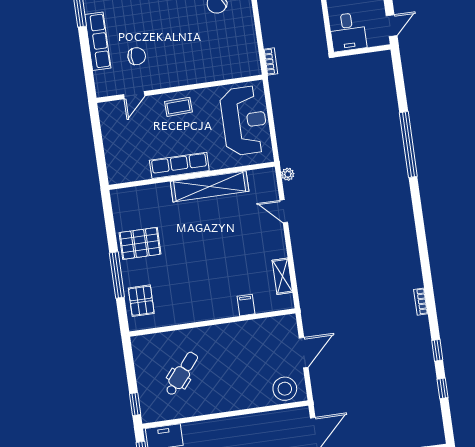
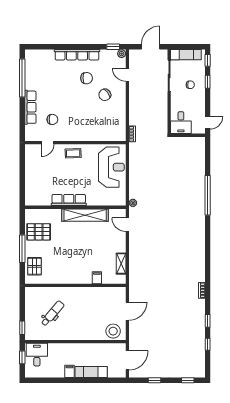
row of seats: (179, 165) -> (69, 200), moved
wall: (192, 176) -> (75, 207), moved
shelving: (210, 186) -> (85, 215), moved

